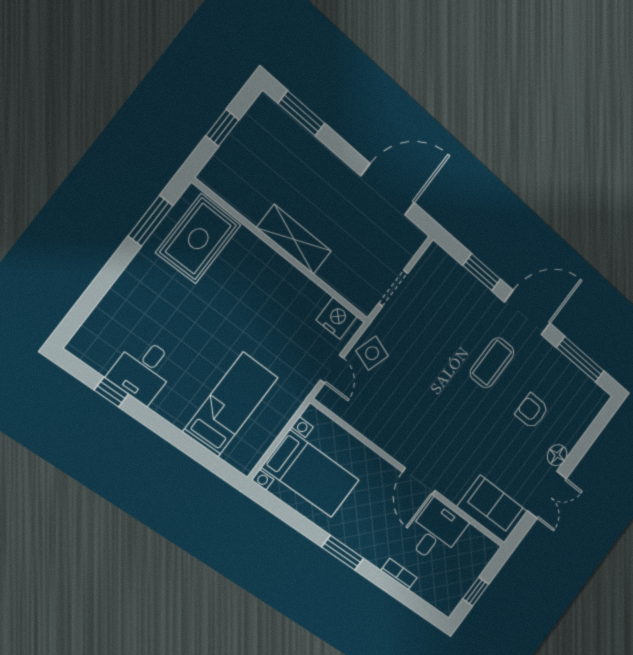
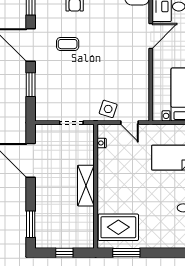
nightstand: (337, 318) -> (102, 143), width x0.53, depth x0.56
coffee table: (492, 363) -> (68, 44), width x0.73, depth x0.77
door: (332, 369) -> (130, 123), swing flipped

